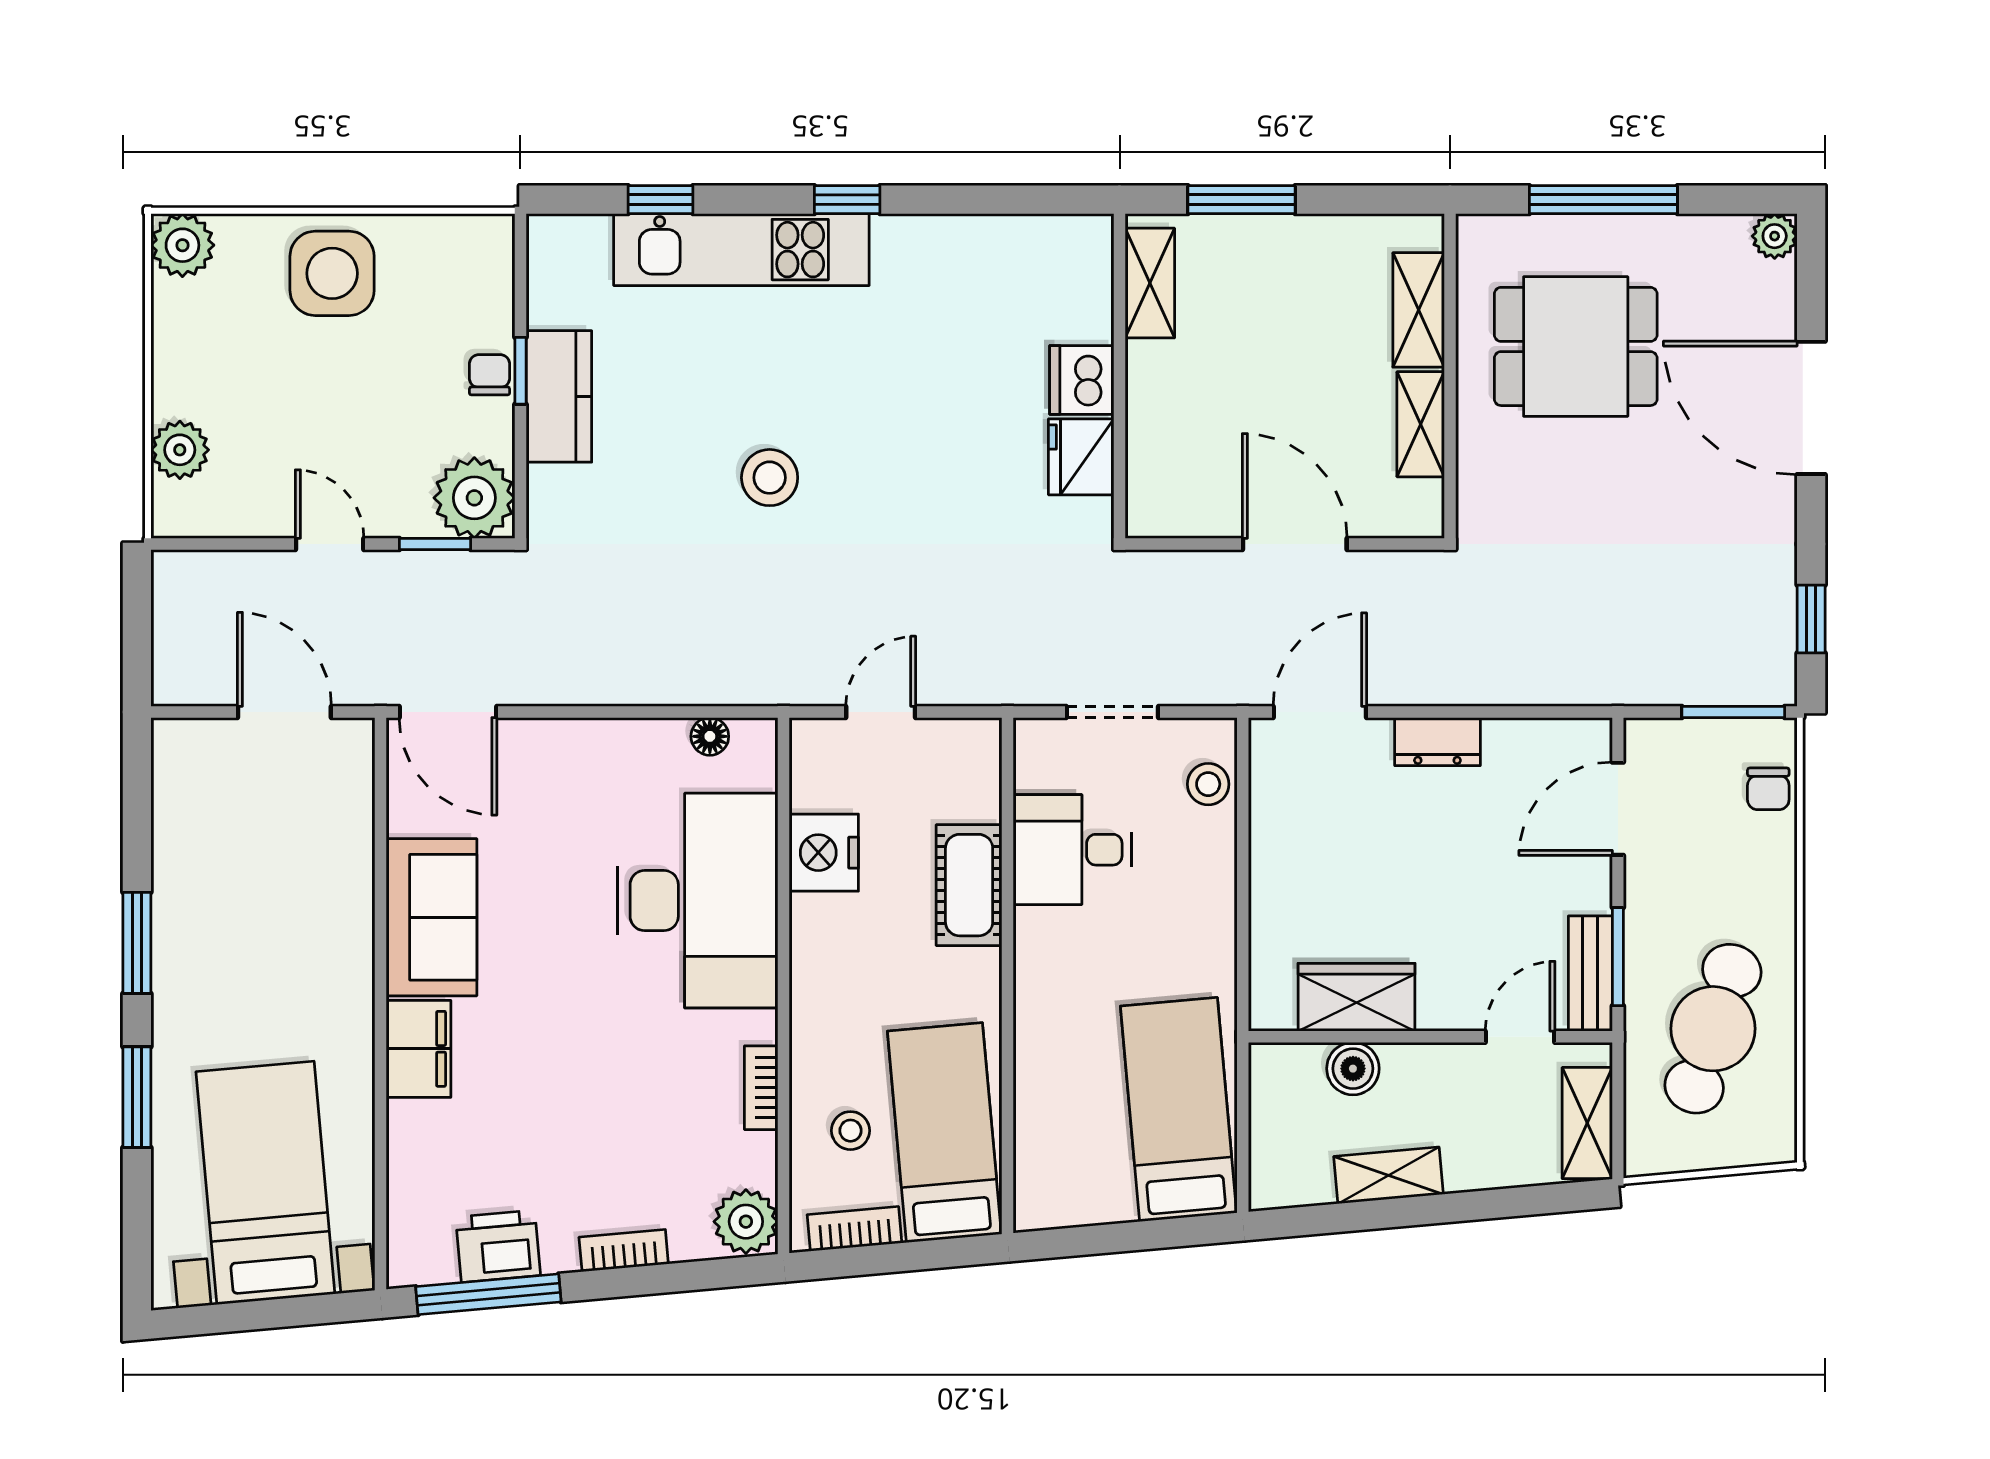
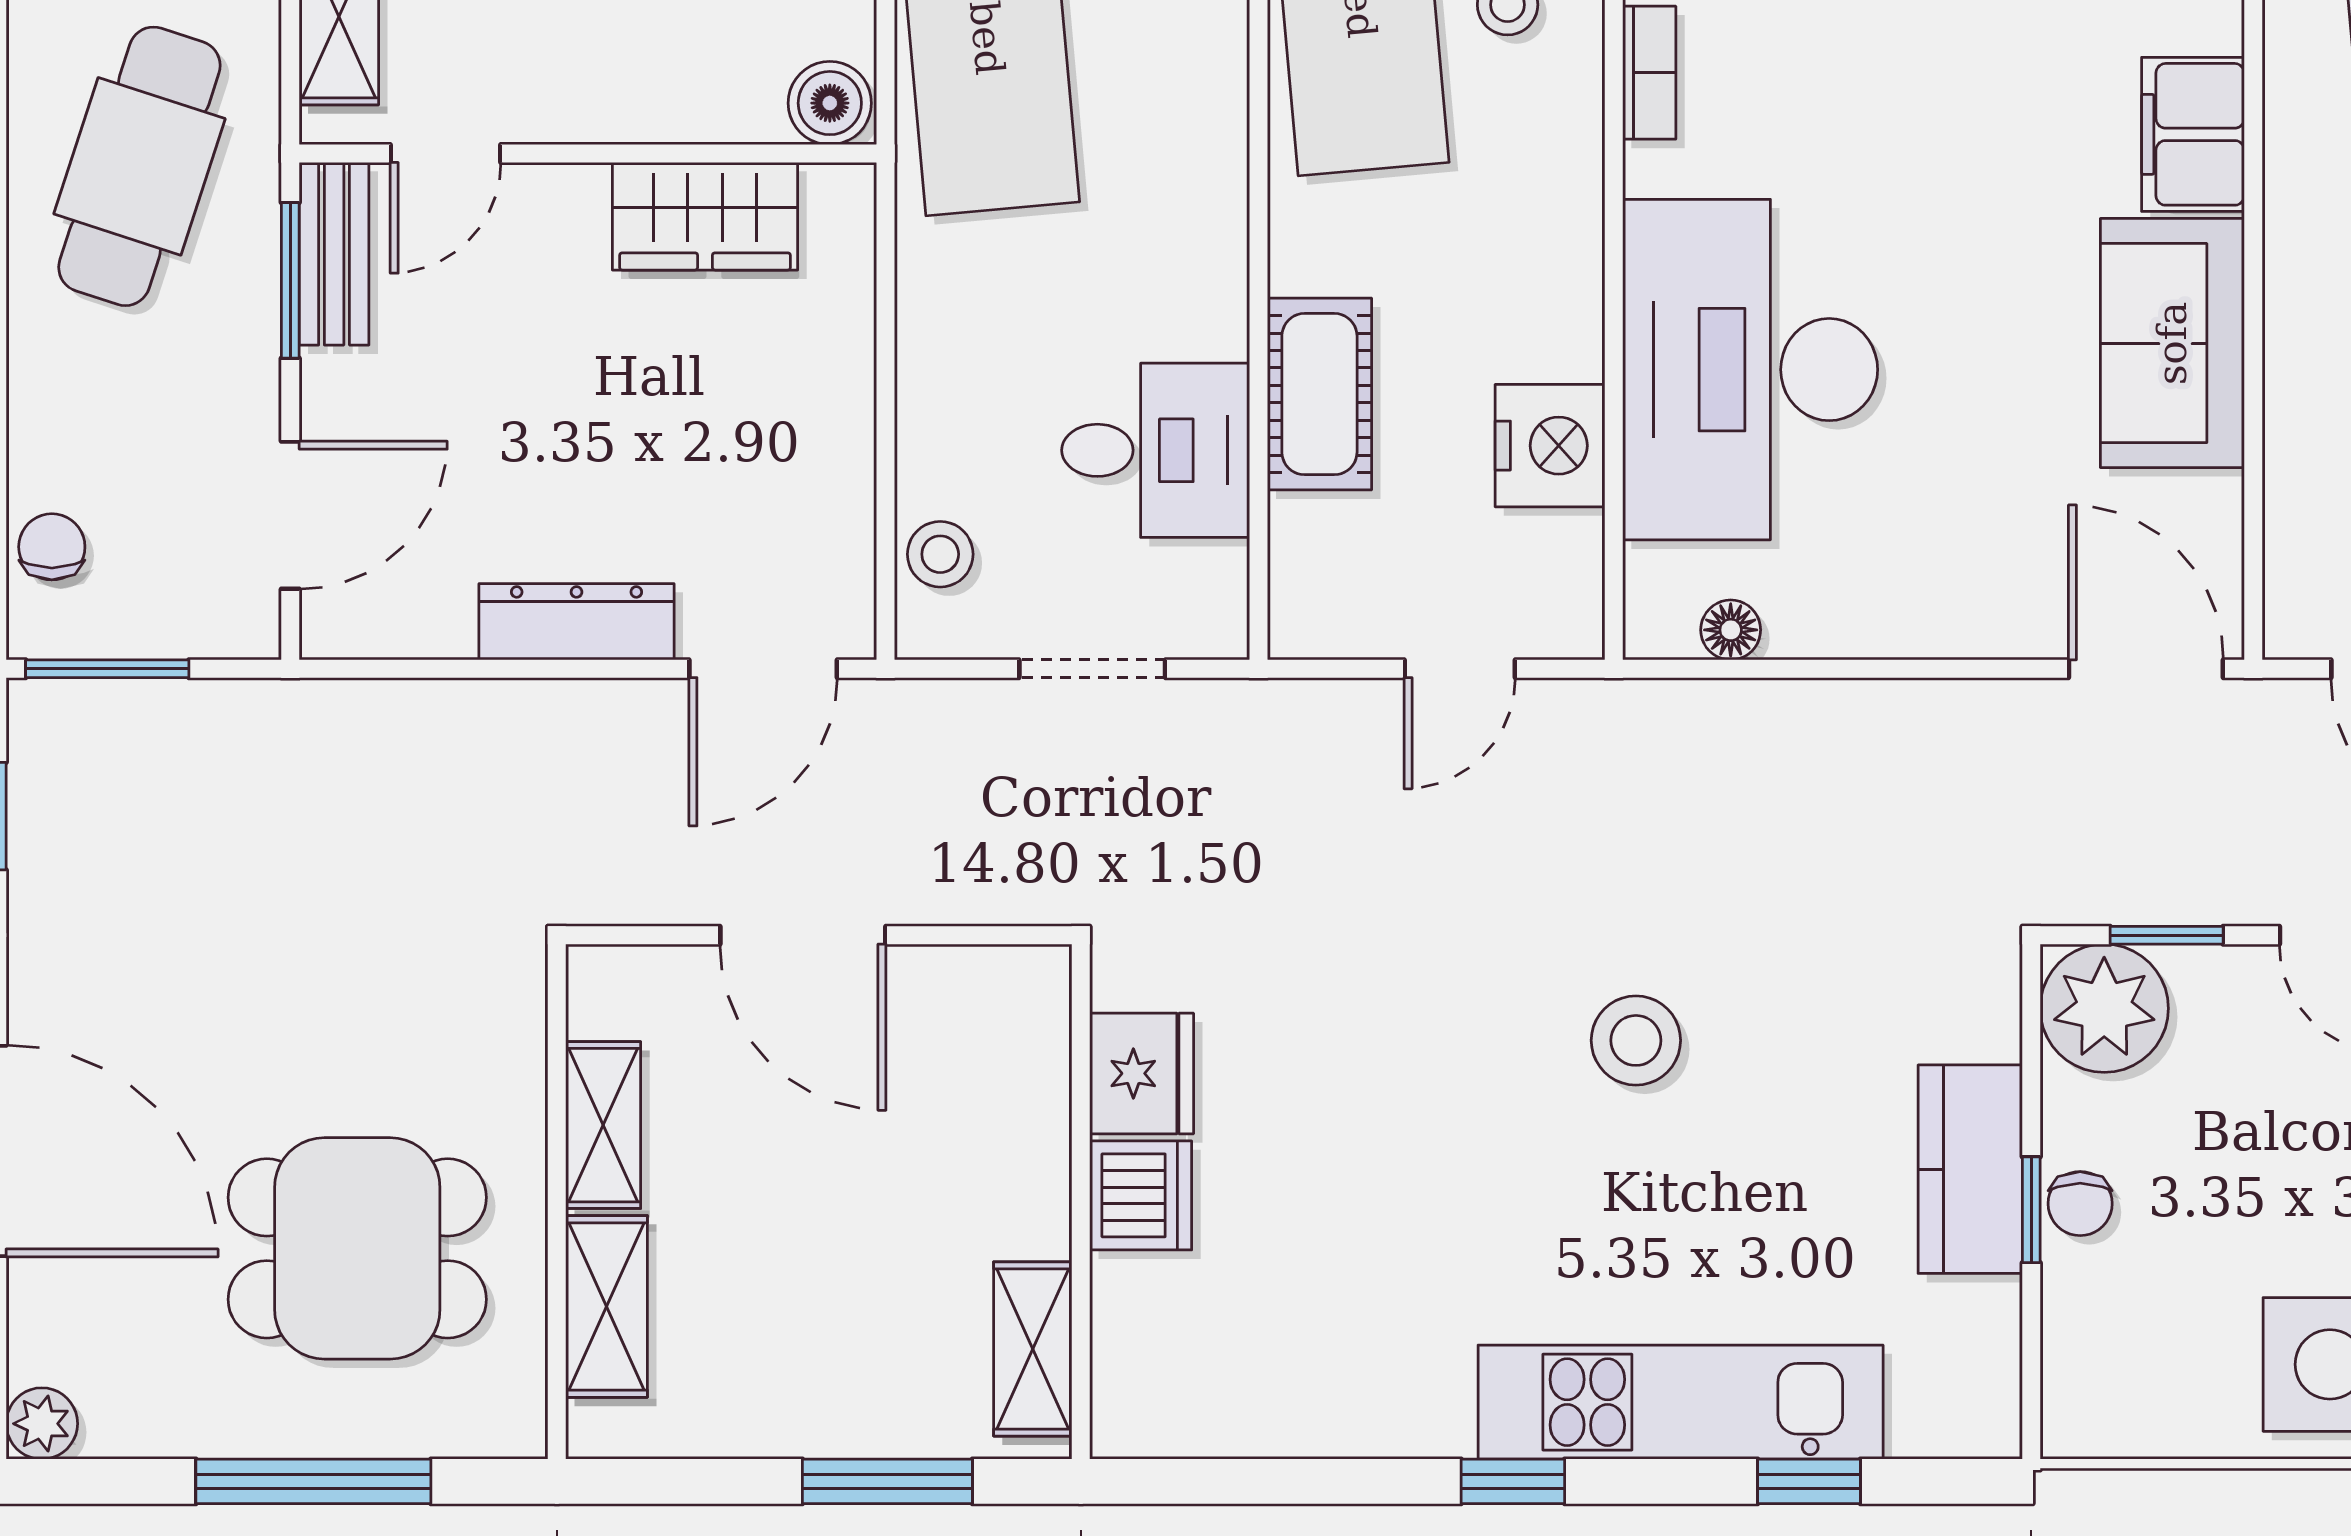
dresser: (1437, 742) -> (576, 622), width x1.44
boiler: (1353, 1069) -> (830, 103), moved

